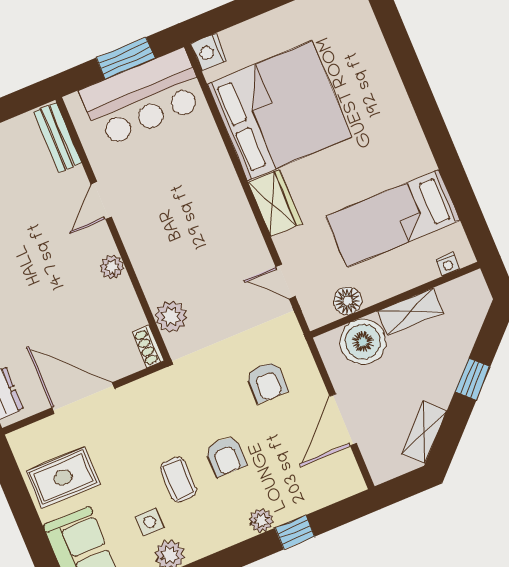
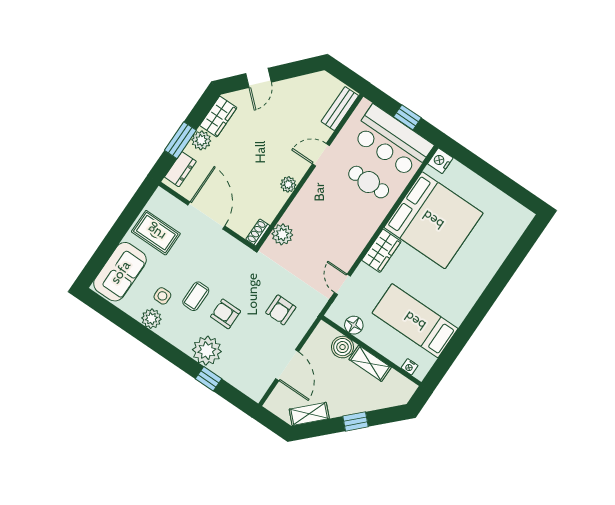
window: (125, 58) -> (407, 117), width x0.67
cafe table: (176, 162) -> (369, 182), added
boiler: (363, 342) -> (342, 347), width x0.73, depth x0.73
door: (343, 420) -> (287, 365), swing flipped
armchair: (226, 456) -> (226, 314), turned 90
plant: (261, 521) -> (207, 351), width x1.88, depth x1.88

